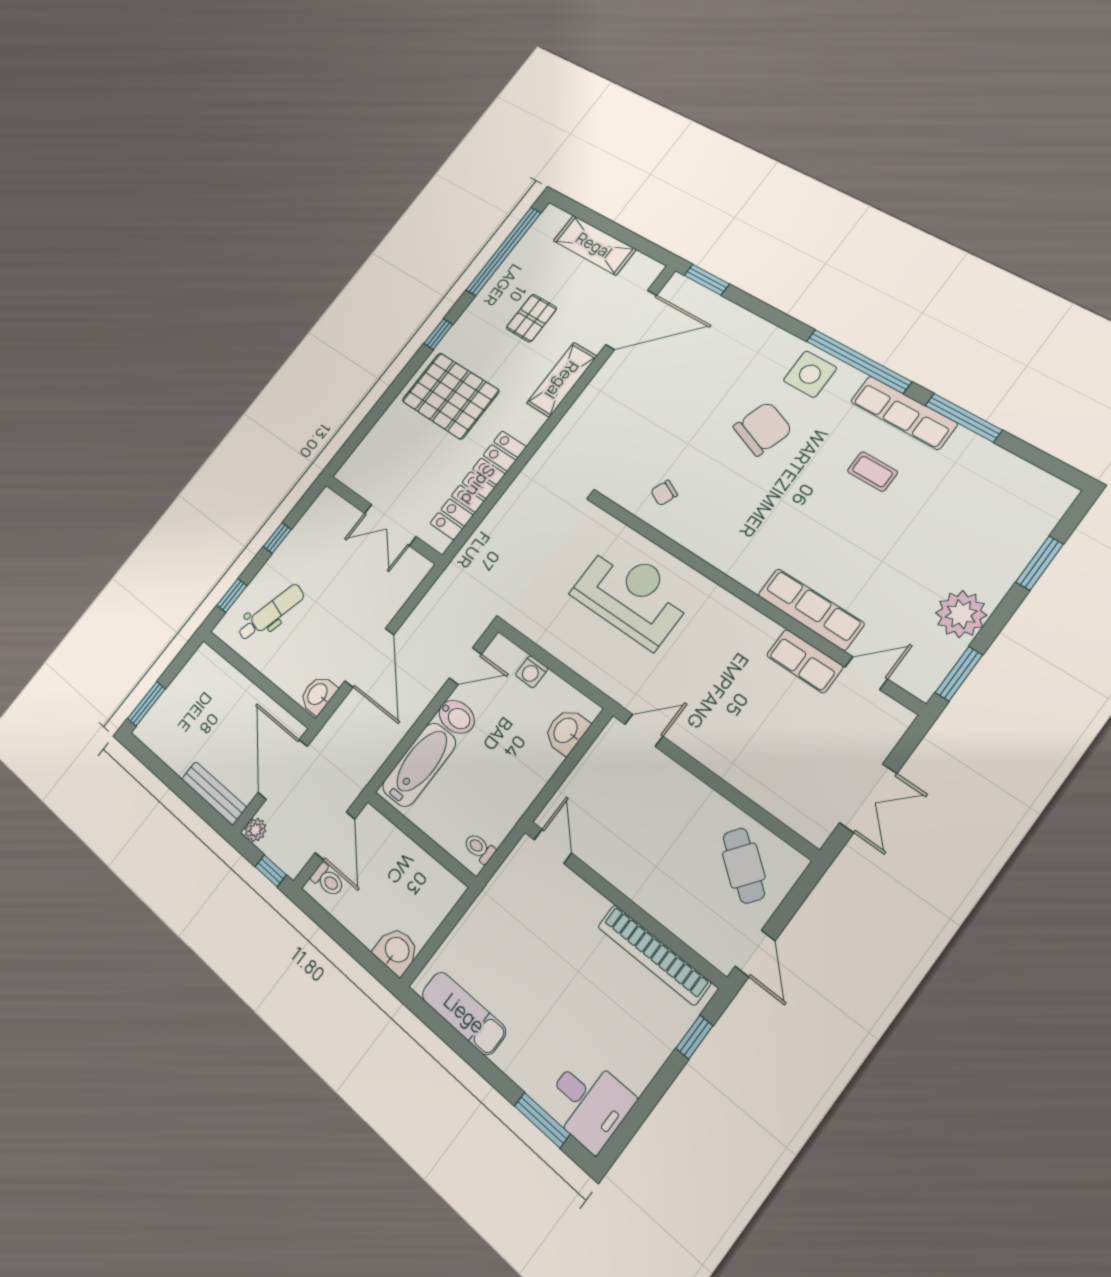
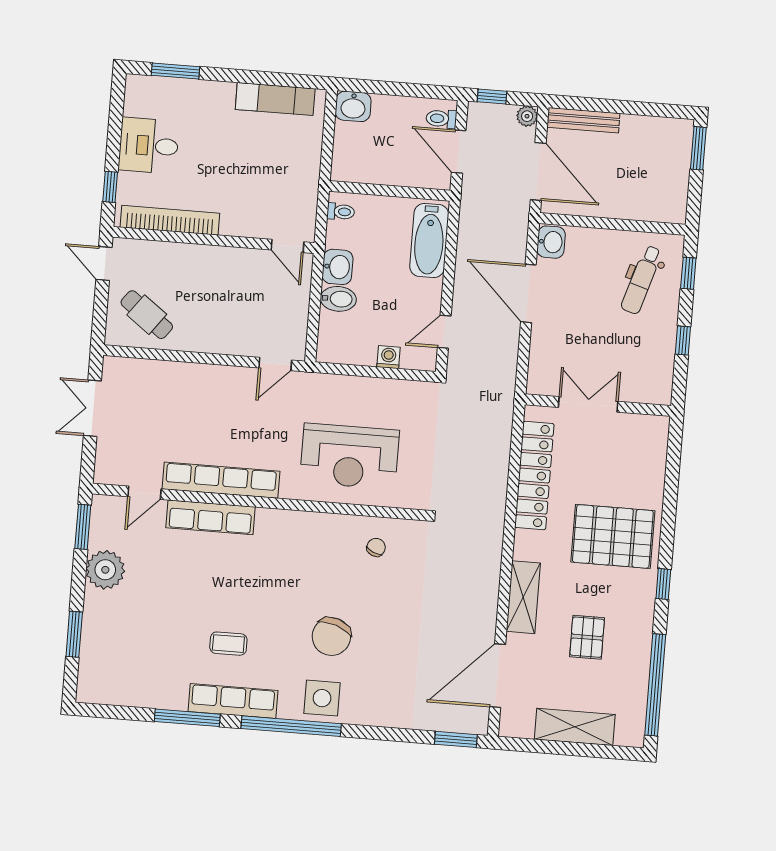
row of seats: (805, 661) -> (221, 480), width x2.02
bidet: (457, 717) -> (338, 299), moved, turned 180
washbasin: (566, 731) -> (338, 267), moved
desk: (589, 1102) -> (149, 146), moved

